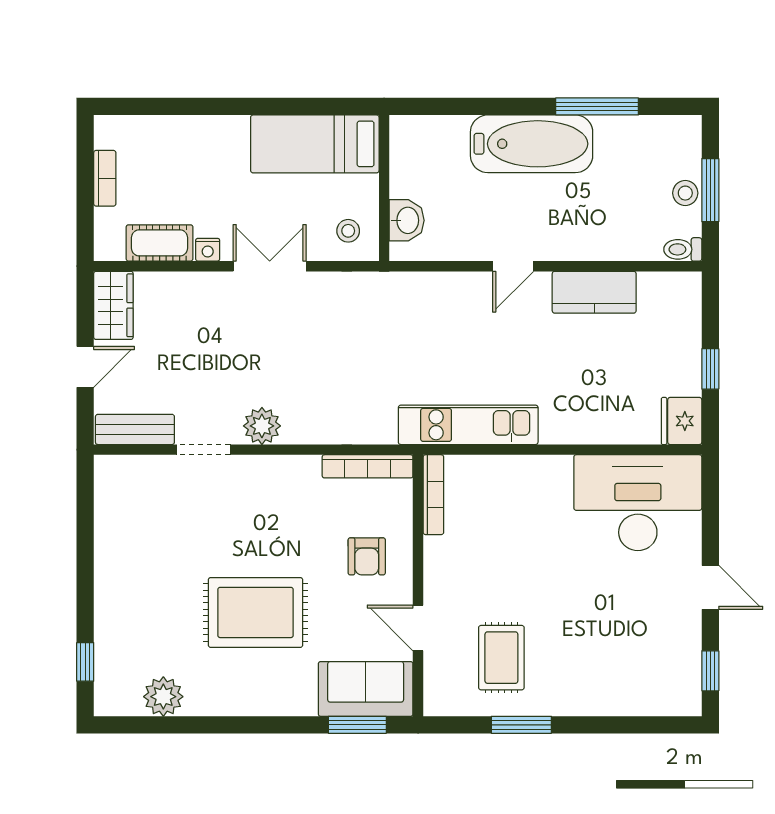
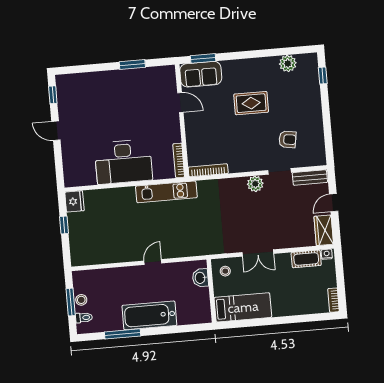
bookcase: (105, 178) -> (333, 300), moved
toilet: (683, 249) -> (84, 318), moved
nightstand: (208, 250) -> (327, 254), moved
kitchen counter: (594, 292) -> (117, 254), removed
desk: (638, 503) -> (123, 162), moved
armchair: (367, 556) -> (287, 139), moved, turned 99
rug: (255, 612) -> (251, 103), width x0.73, depth x0.70
rug: (501, 658) -> (143, 93), removed

